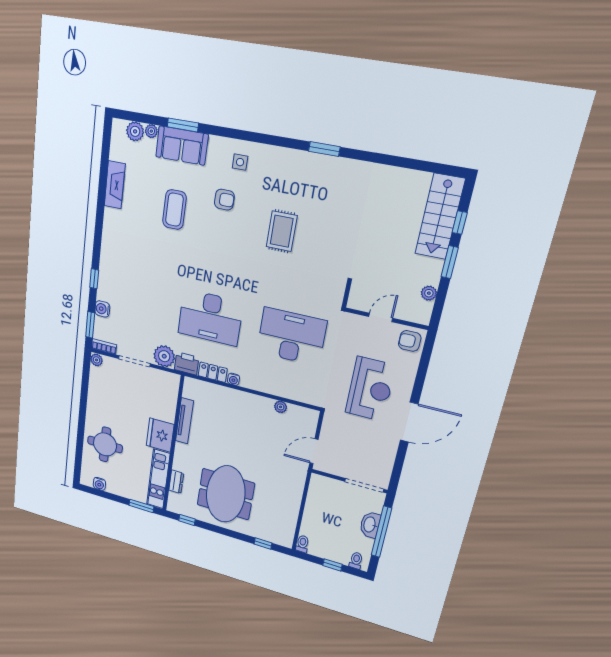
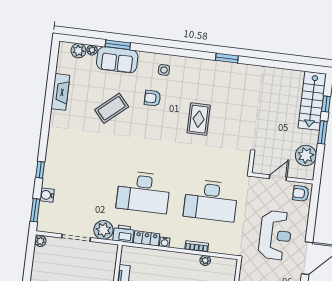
armchair: (224, 200) -> (152, 98), turned 180
coffee table: (174, 210) -> (112, 108), turned 49
plant: (429, 293) -> (306, 155), width x1.88, depth x1.88
desk: (291, 337) -> (211, 200), turned 180
bookcase: (104, 346) -> (197, 246), moved

